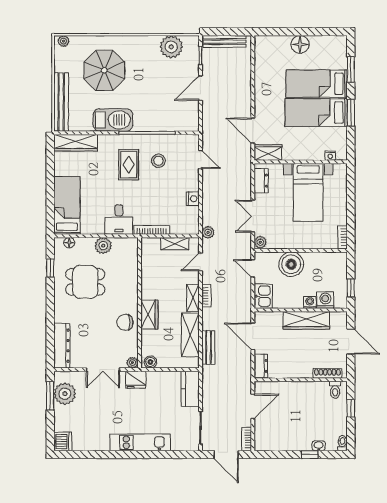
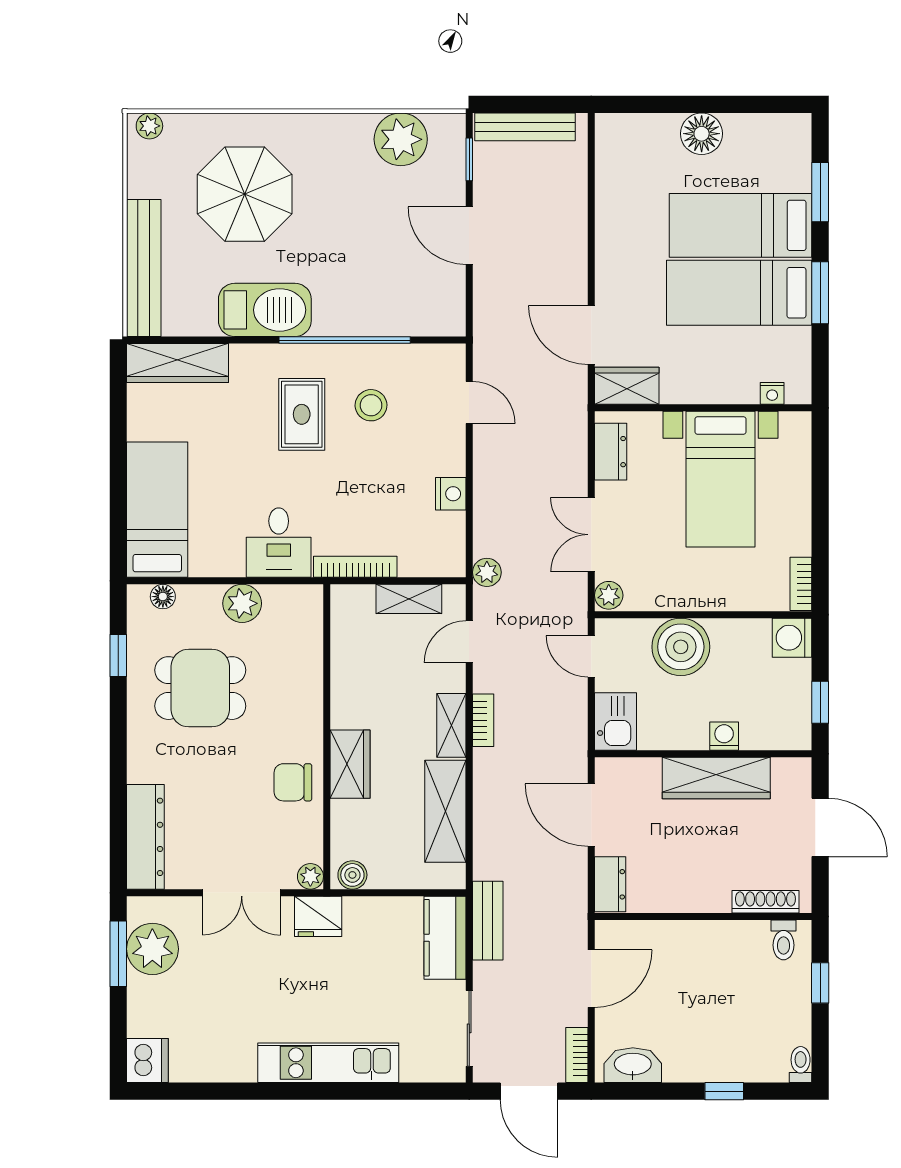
door: (200, 88) -> (469, 236), hinge flipped
washing machine: (325, 300) -> (792, 638), moved, turned -90
bench: (208, 348) -> (488, 921), moved
washbasin: (319, 446) -> (633, 1065), moved, width x1.91, depth x1.45

